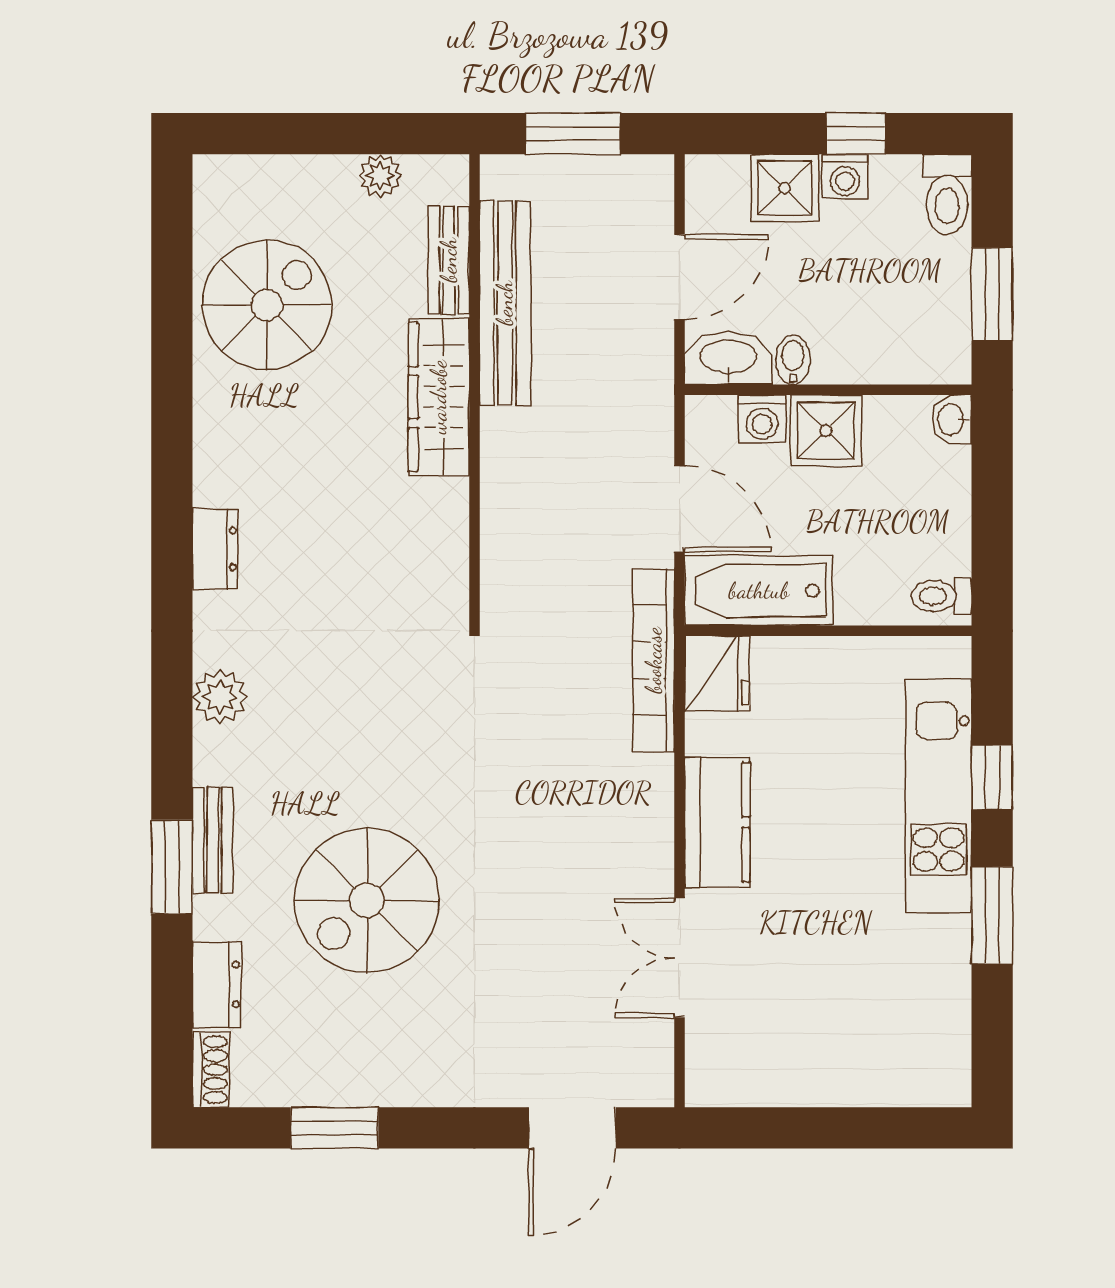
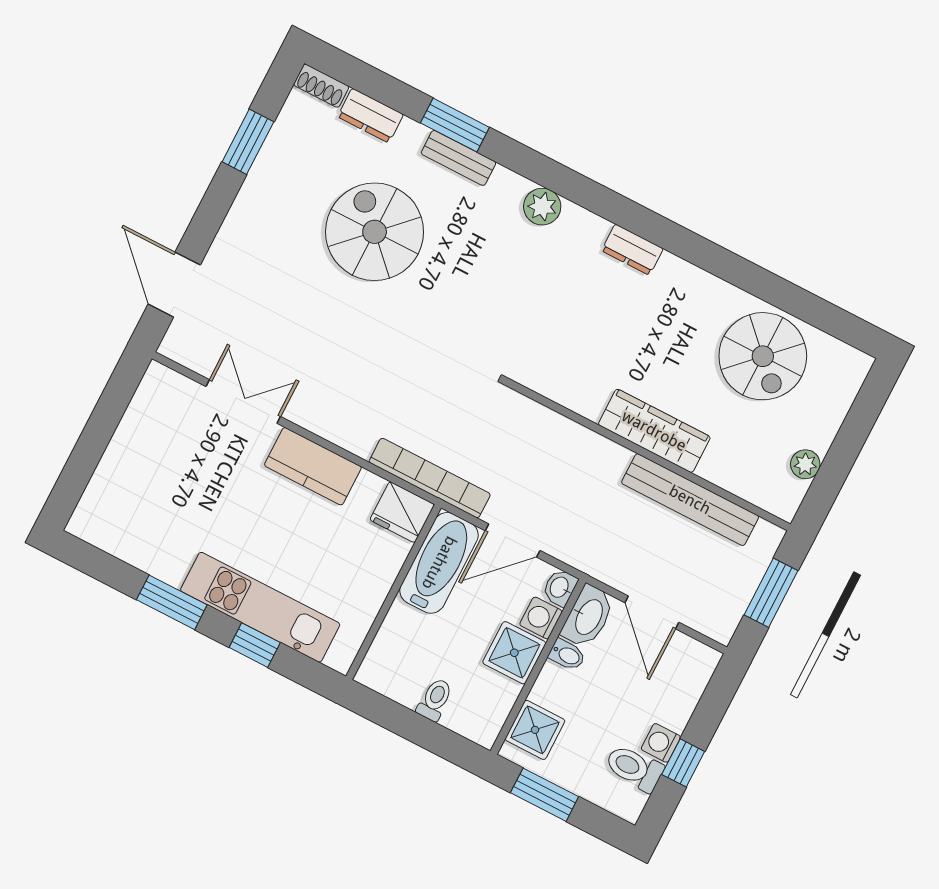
shower: (785, 188) -> (535, 730), moved
toilet: (947, 194) -> (634, 768), moved
bench: (449, 260) -> (733, 479), removed
washbasin: (952, 420) -> (560, 588), moved, turned -90
toilet: (942, 596) -> (435, 700), moved

